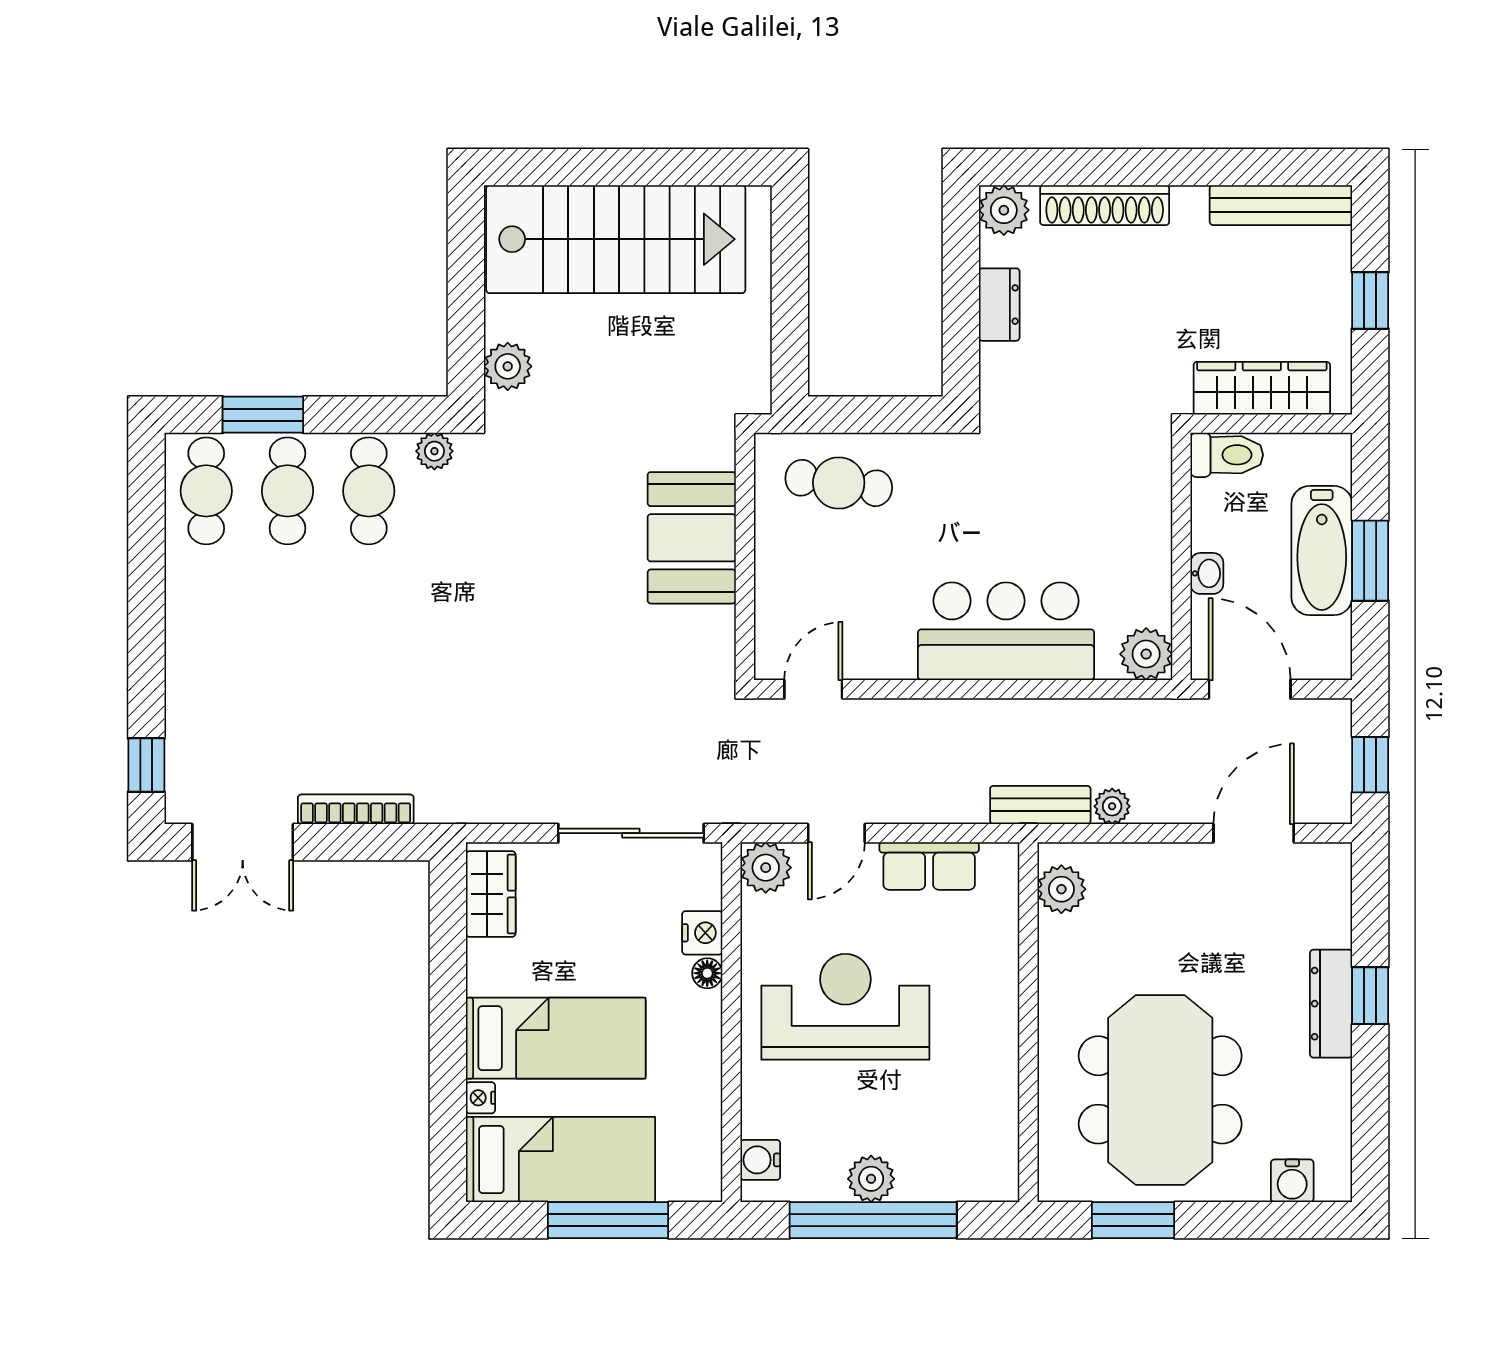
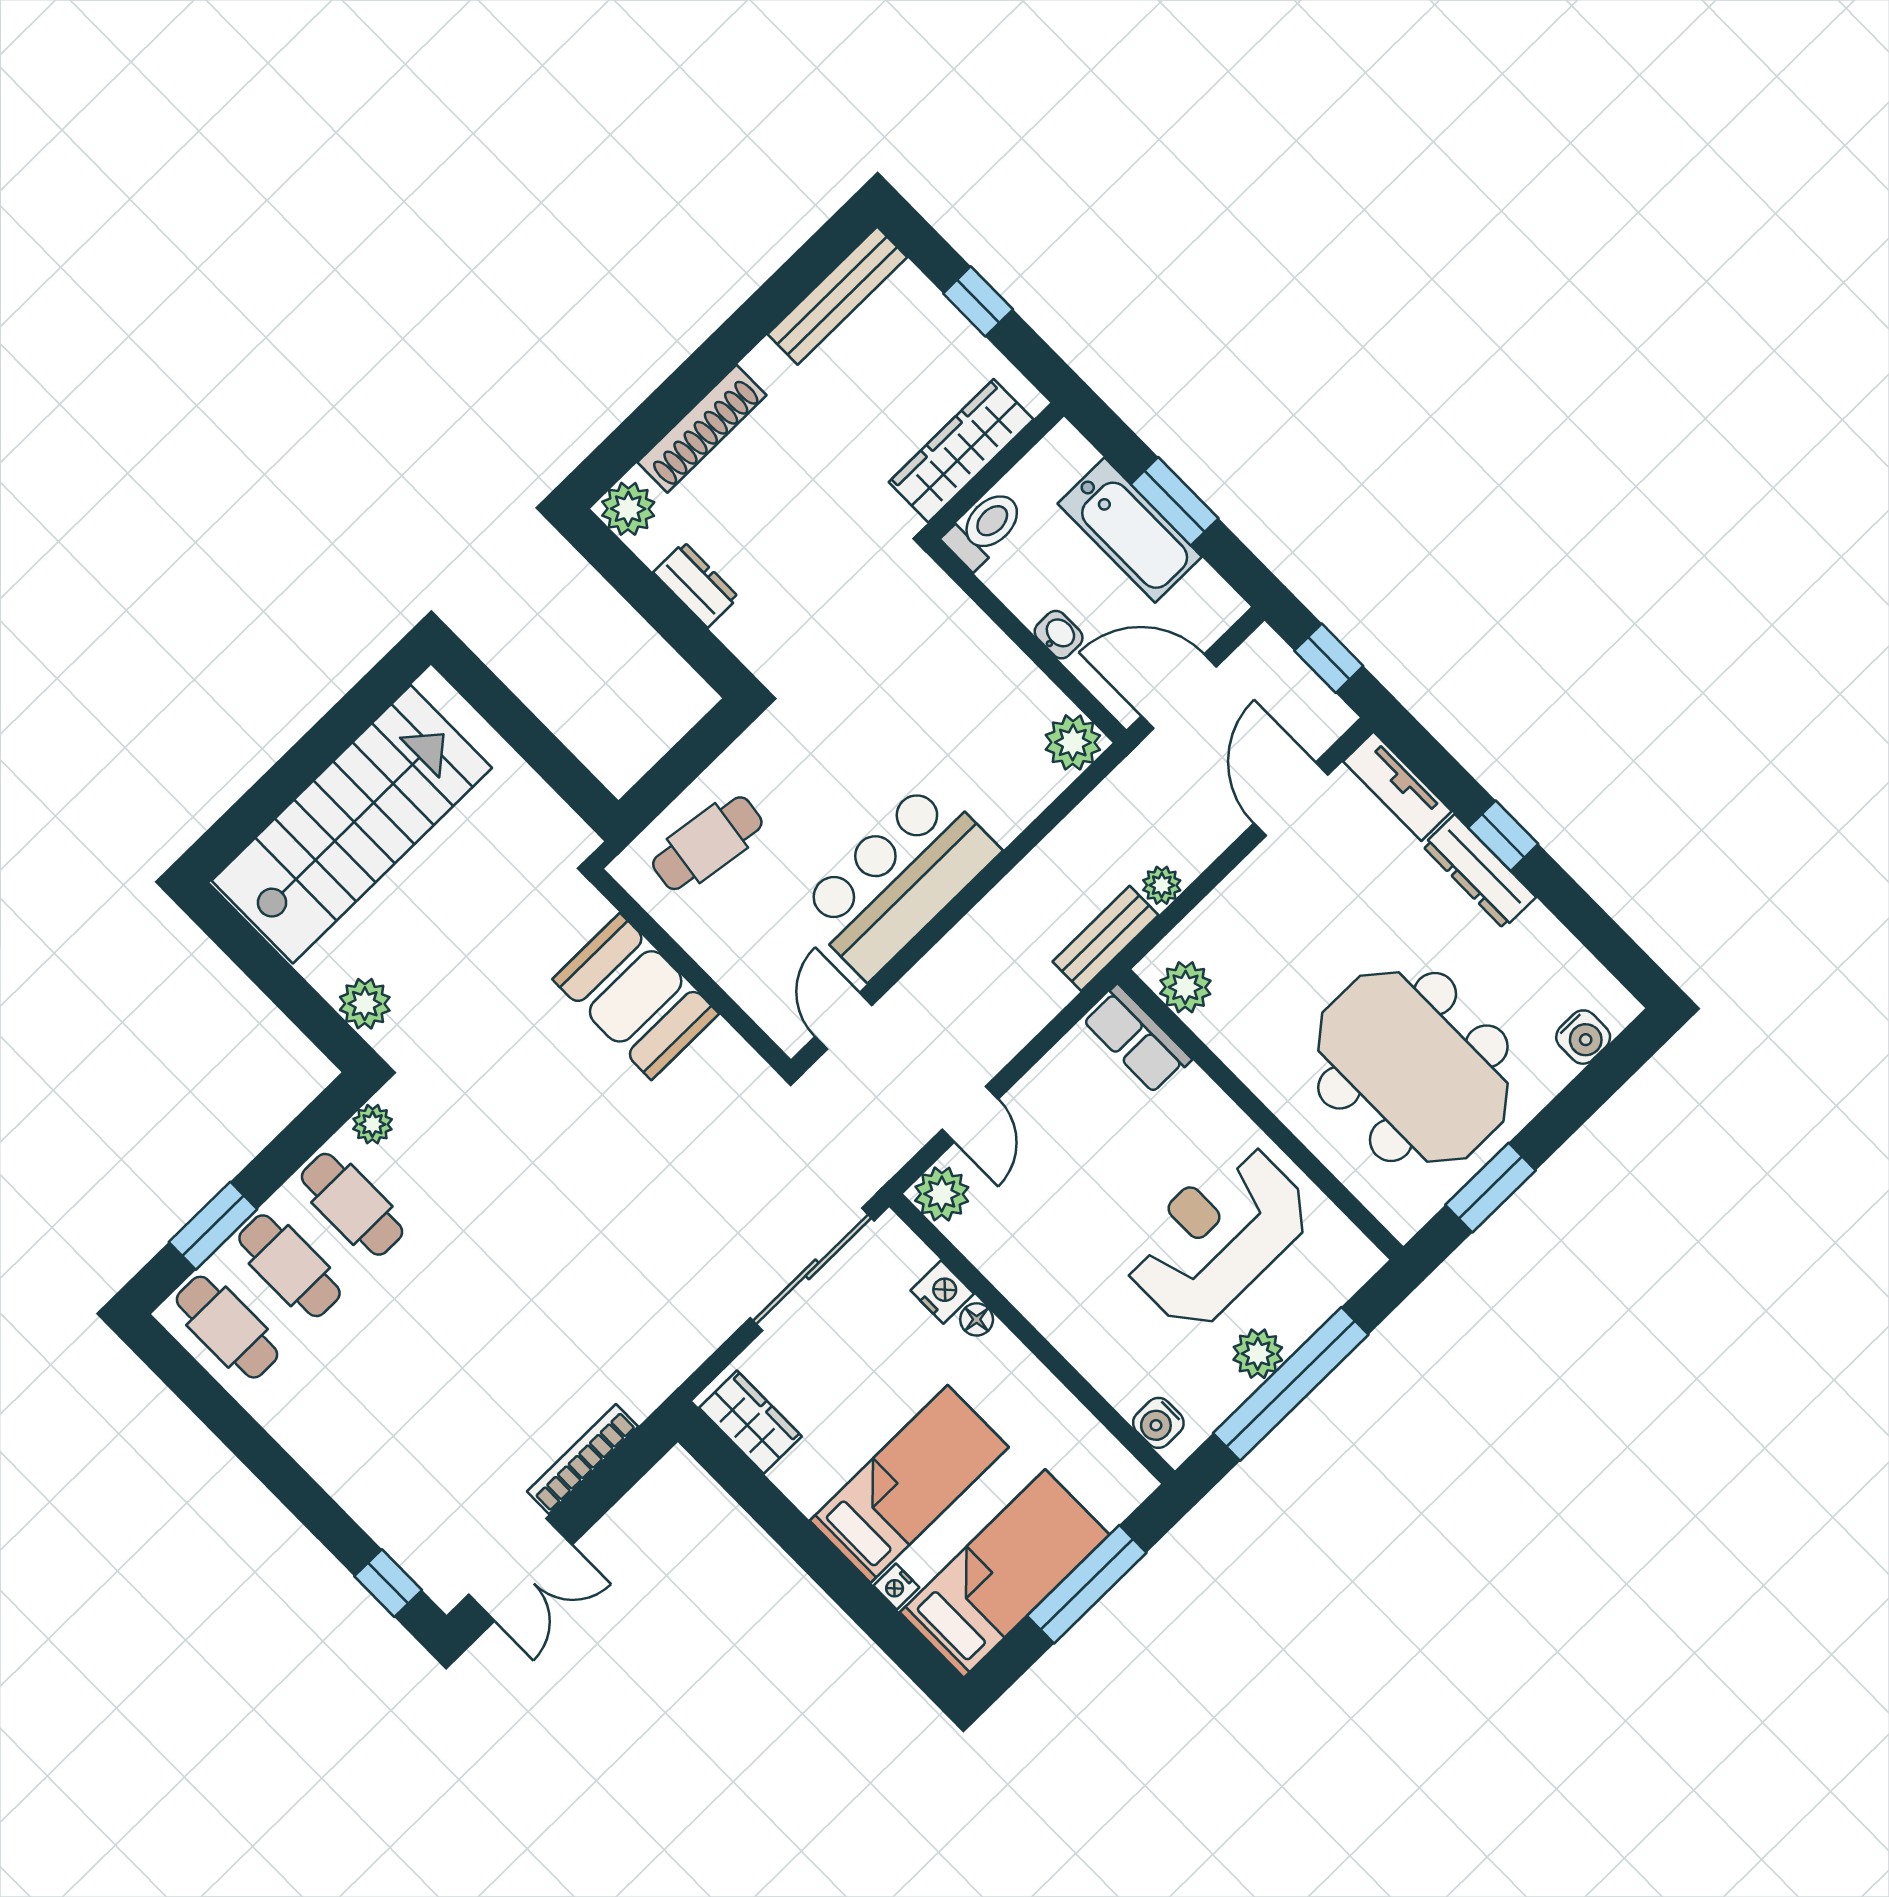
bar counter: (1006, 631) -> (898, 880), moved
row of seats: (929, 866) -> (1137, 1039), moved, turned 90
tv unit: (1332, 894) -> (1397, 786), added
reception desk: (845, 1007) -> (1217, 1236), moved

